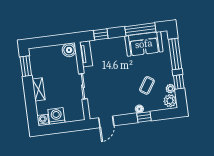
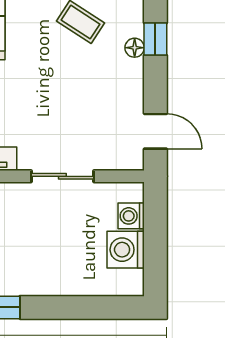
shelving: (39, 89) -> (56, 284), removed
washing machine: (43, 120) -> (131, 216), moved

